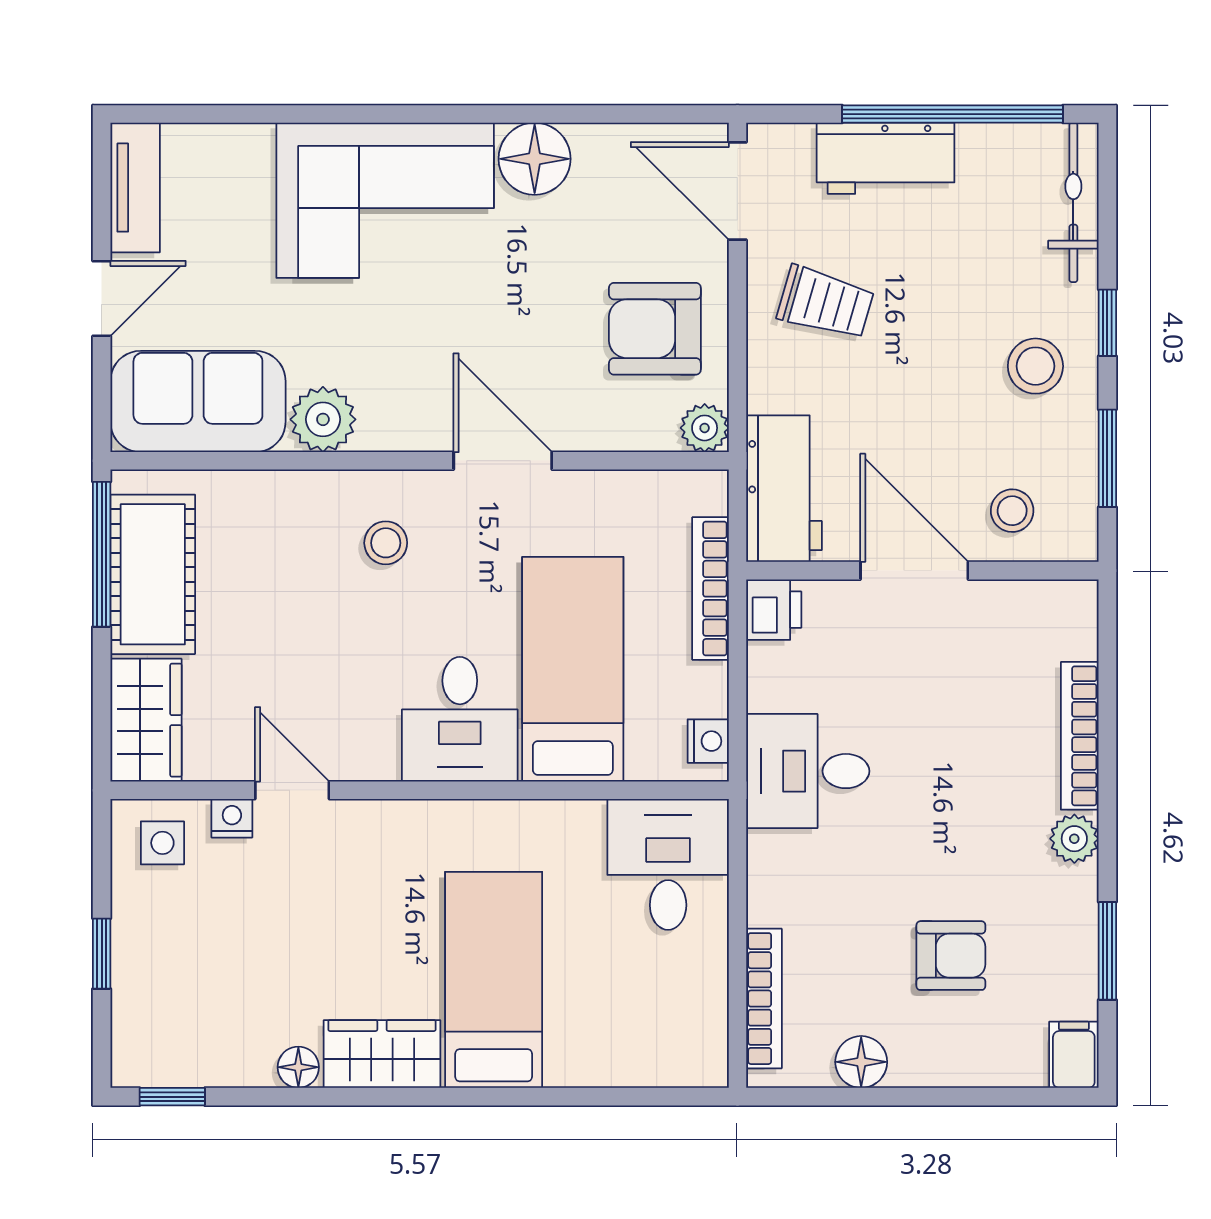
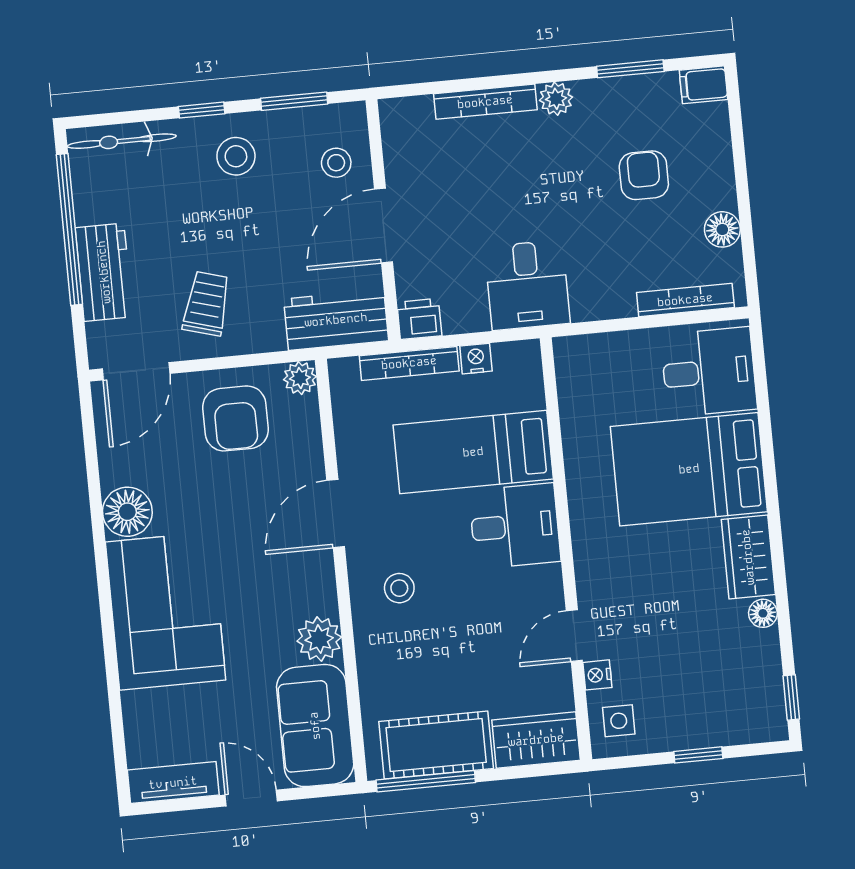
nightstand: (708, 741) -> (476, 359), moved
desk: (668, 864) -> (709, 372), moved, turned 180
bed: (494, 980) -> (689, 469), width x1.50

